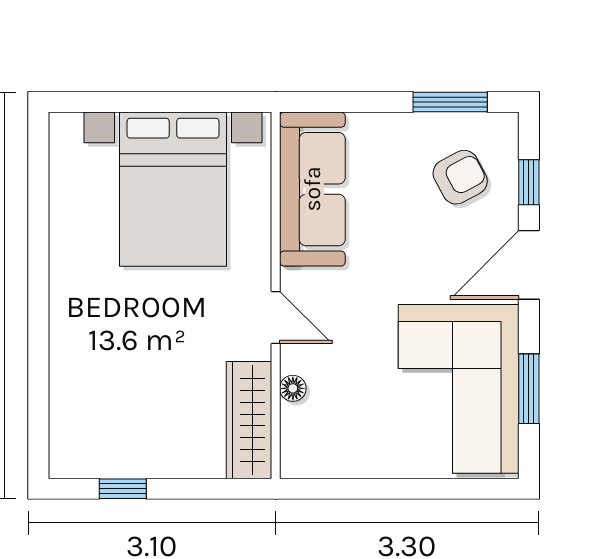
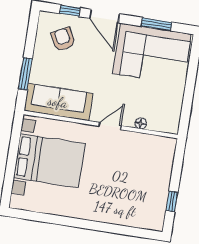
window: (450, 102) -> (25, 74), moved
wardrobe: (249, 420) -> (151, 144), removed

